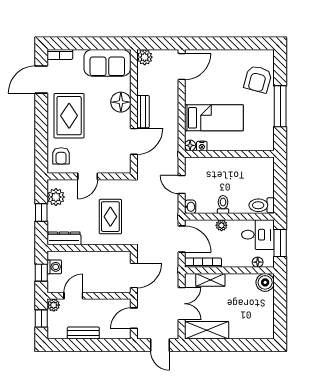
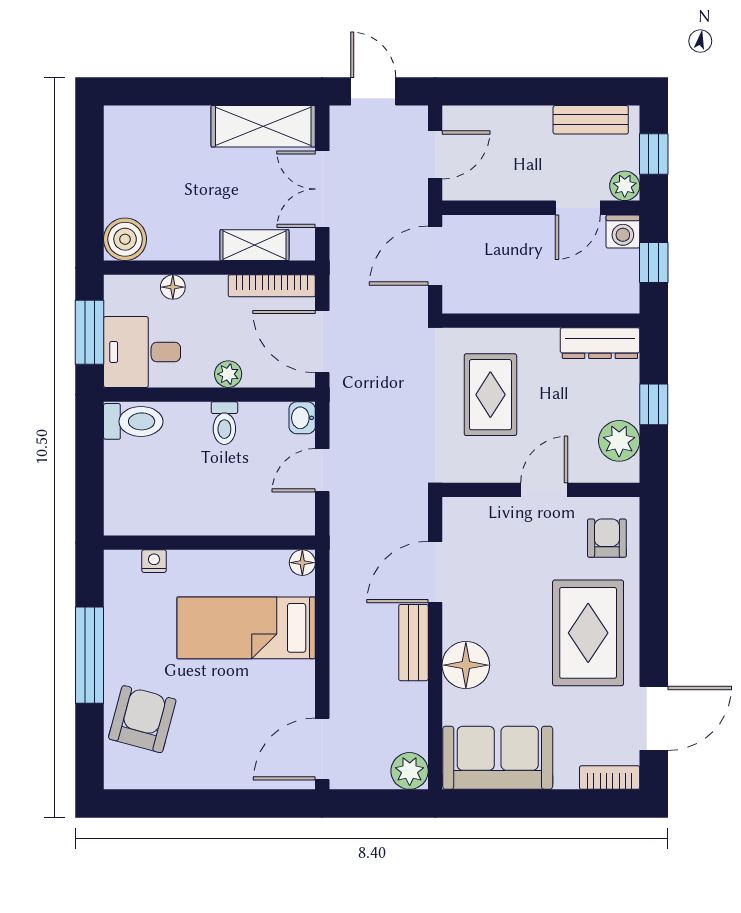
nightstand: (202, 146) -> (154, 561), moved
door: (182, 185) -> (322, 470), swing flipped
floor lamp: (258, 262) -> (173, 287), moved
washing machine: (54, 267) -> (623, 231), moved, turned -90
bench: (83, 333) -> (591, 120), moved

